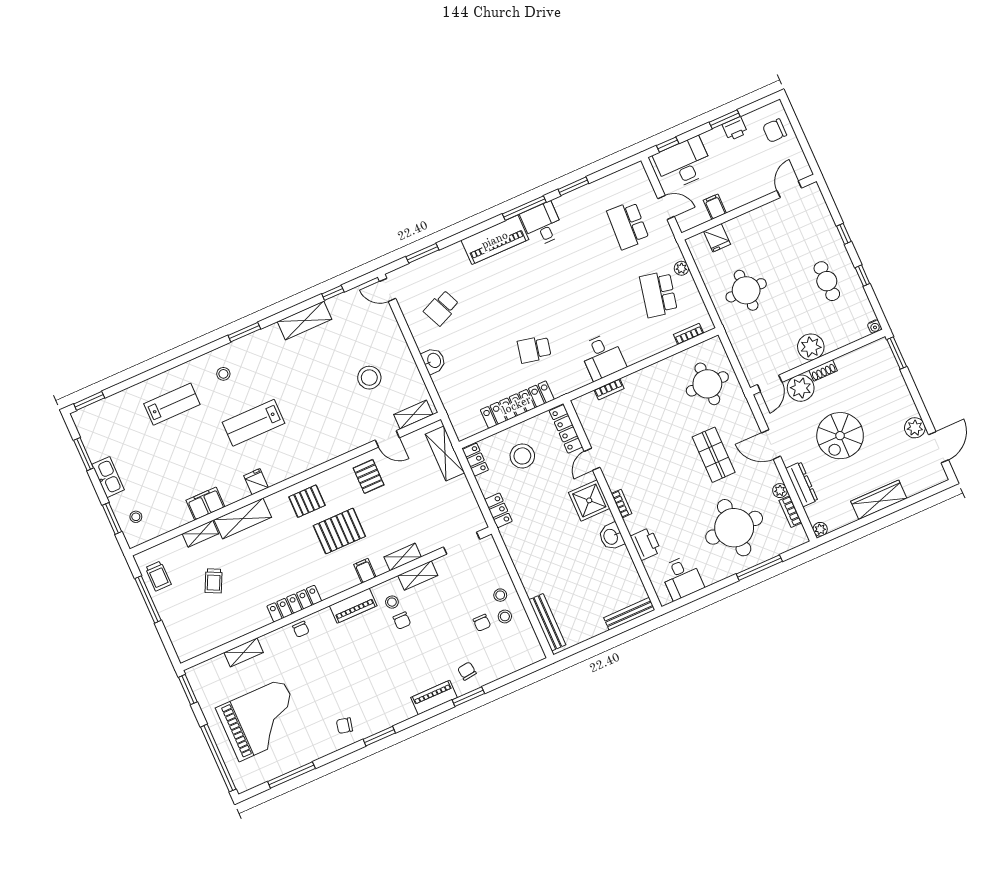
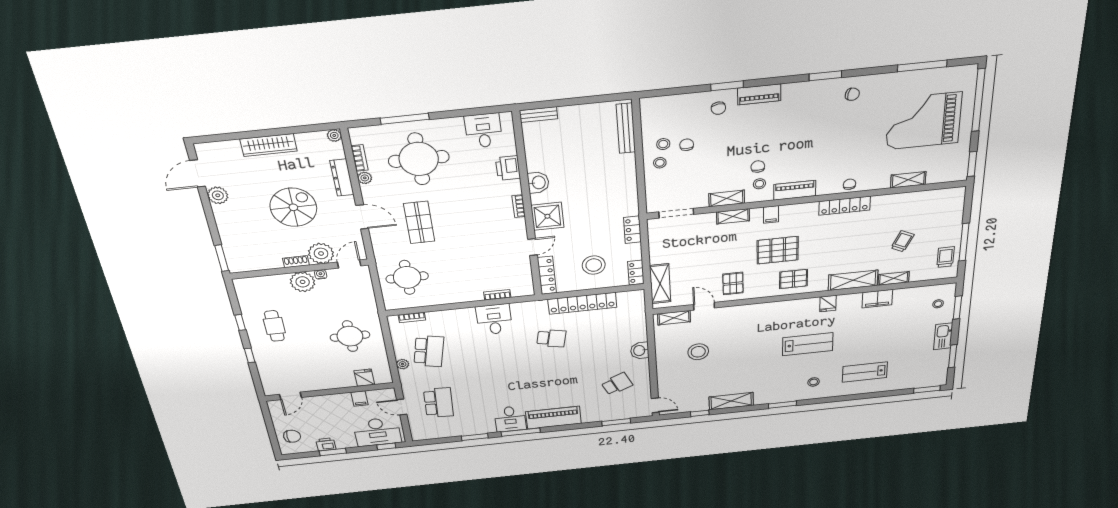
water cooler: (875, 327) -> (321, 274), moved
bench: (629, 614) -> (539, 115), width x0.73

